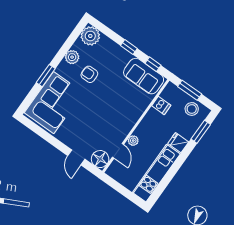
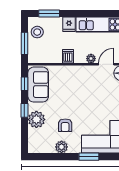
plant: (90, 36) -> (36, 119), moved
dishwasher: (161, 105) -> (68, 56), moved

